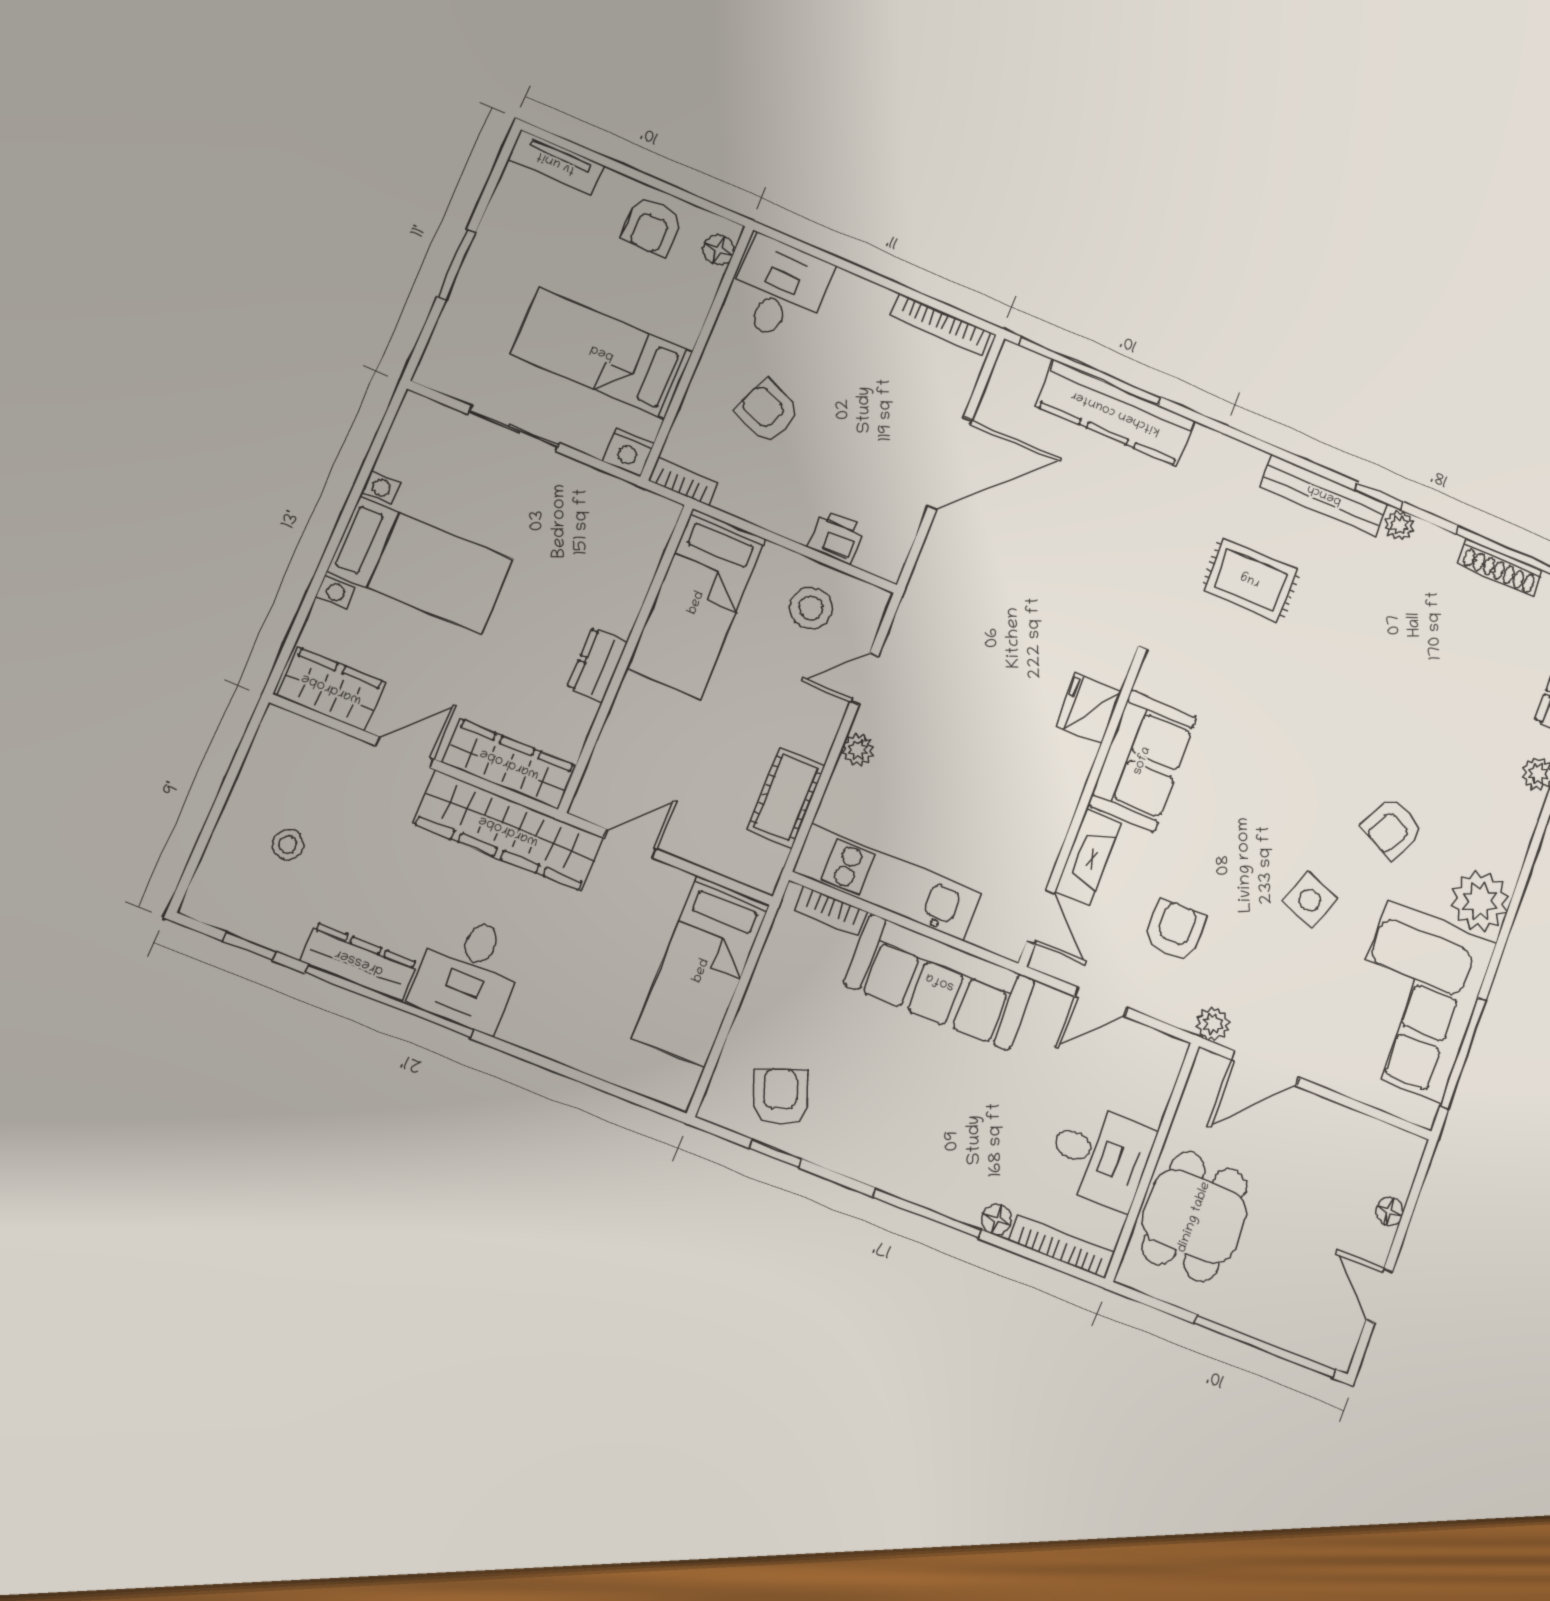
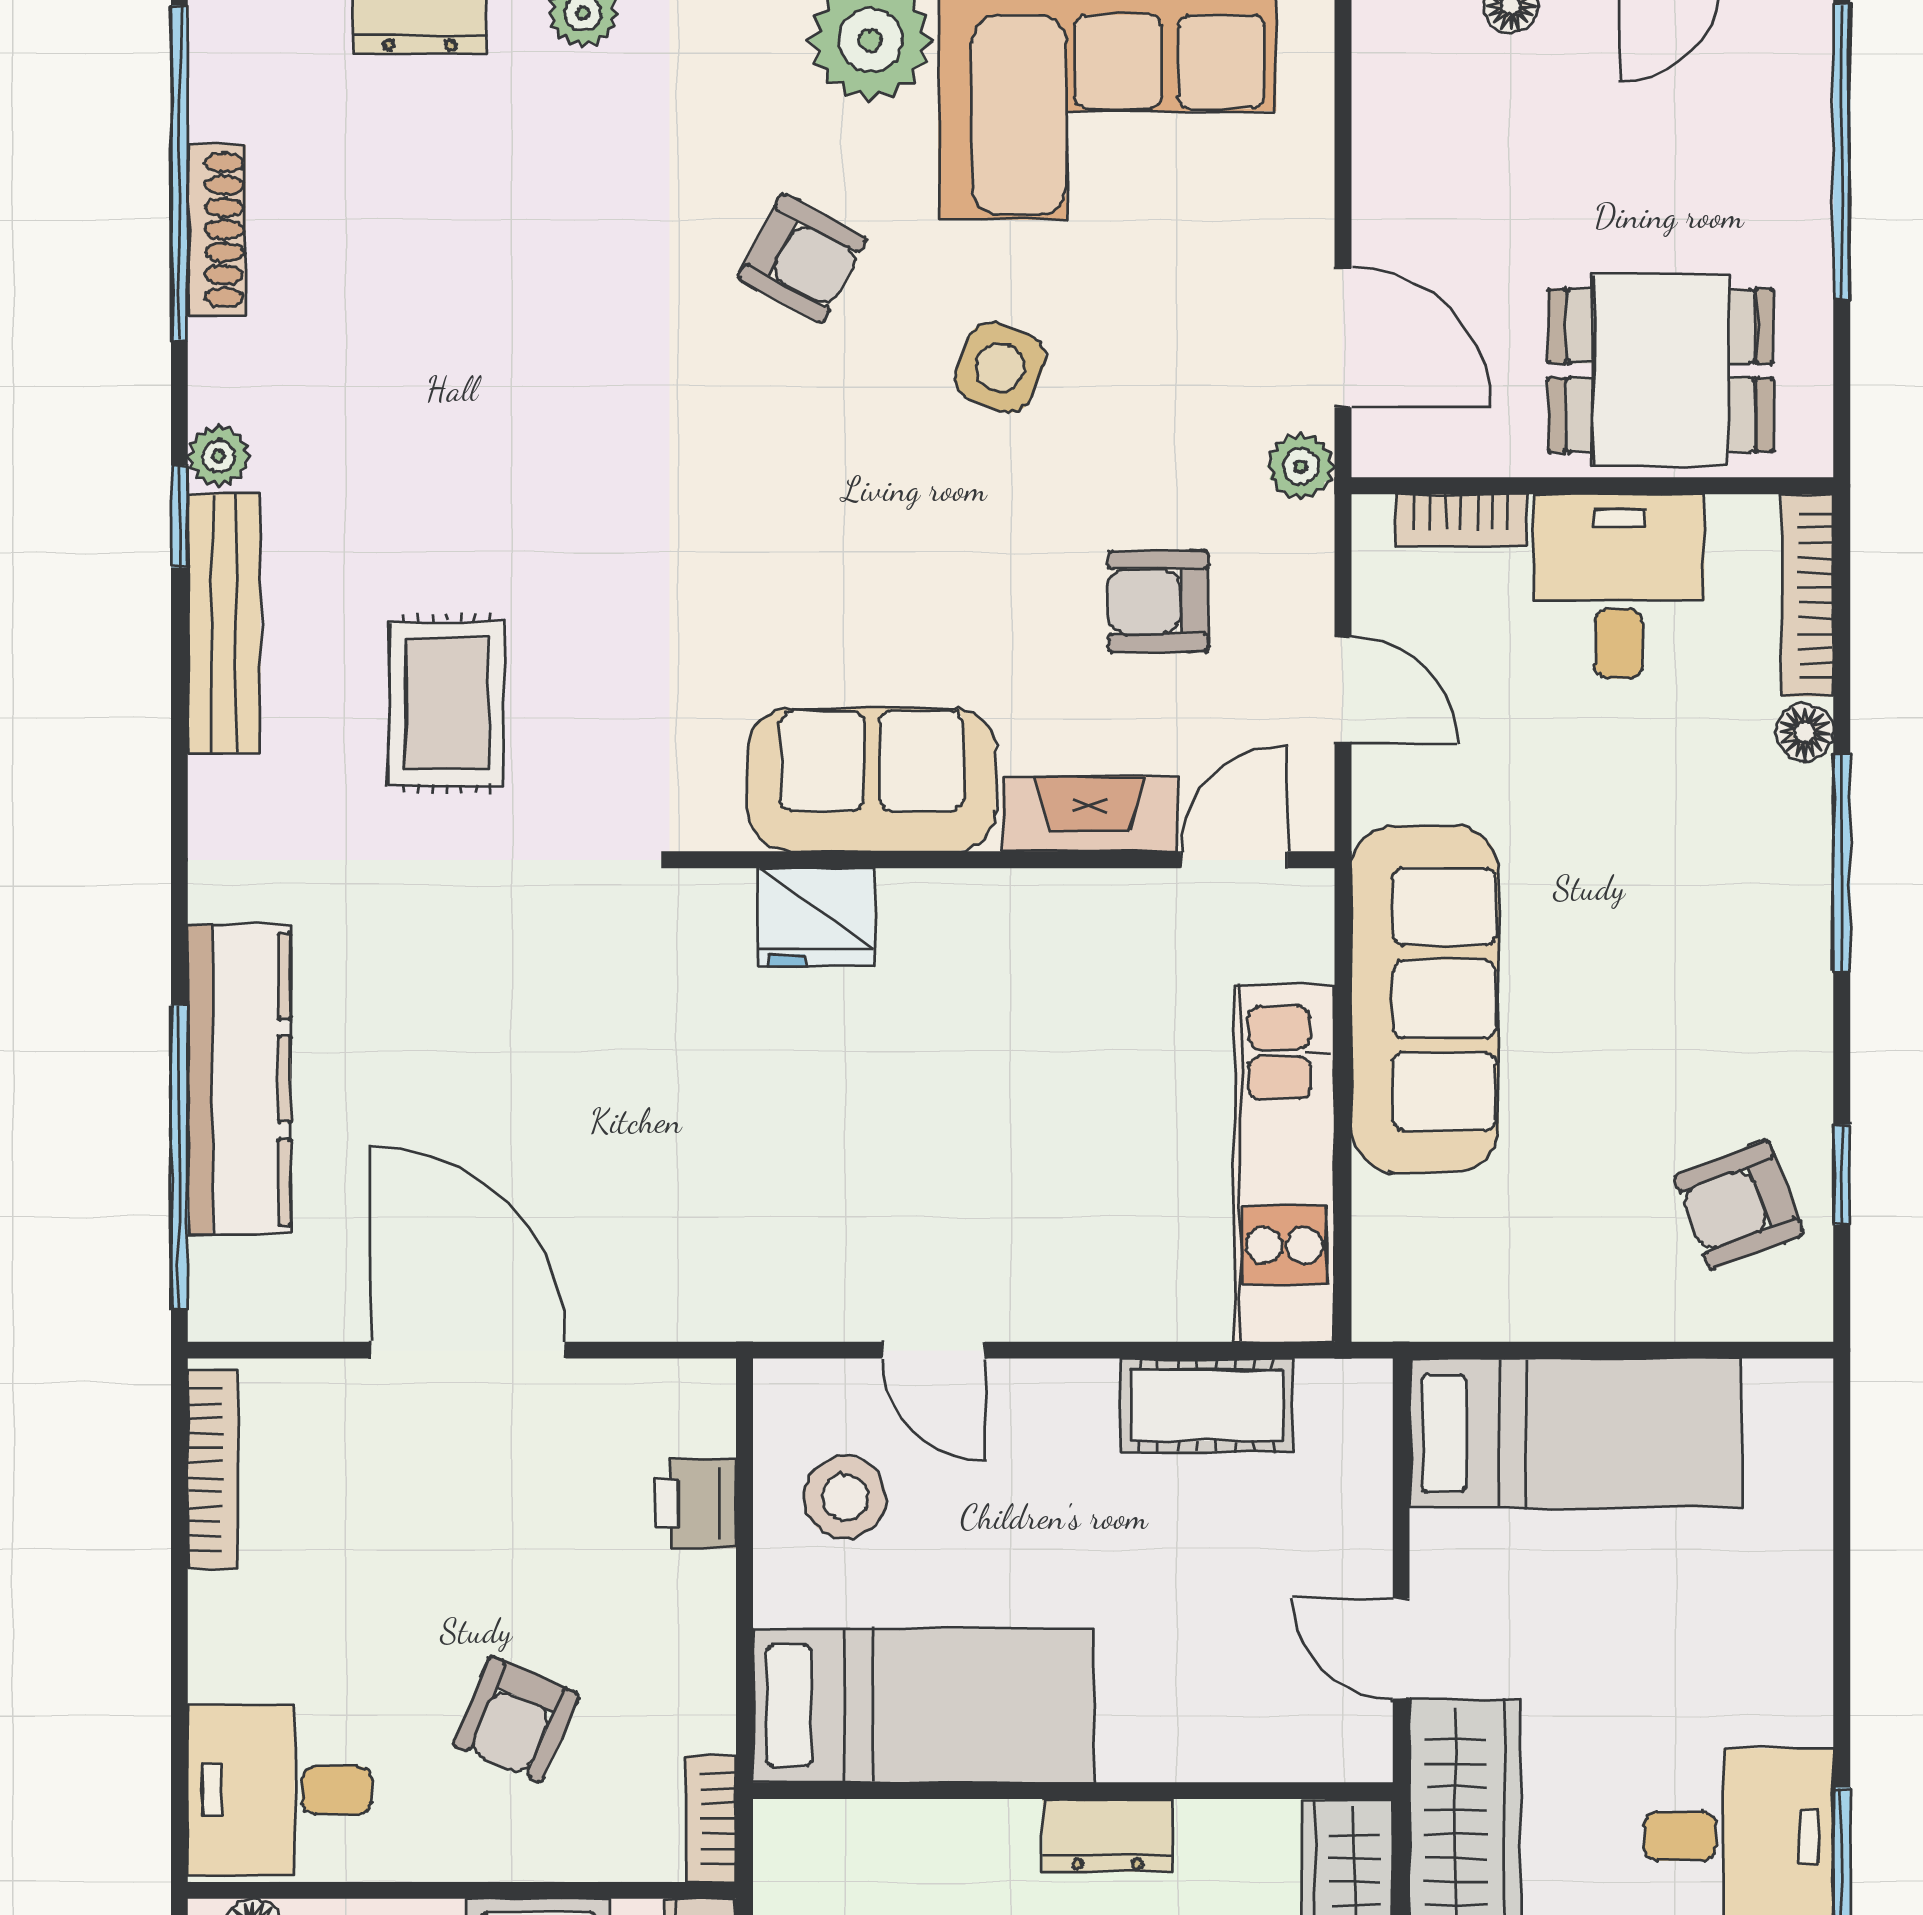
plant: (858, 750) -> (1067, 1311), removed
bookcase: (831, 911) -> (1461, 520), moved, turned 90

